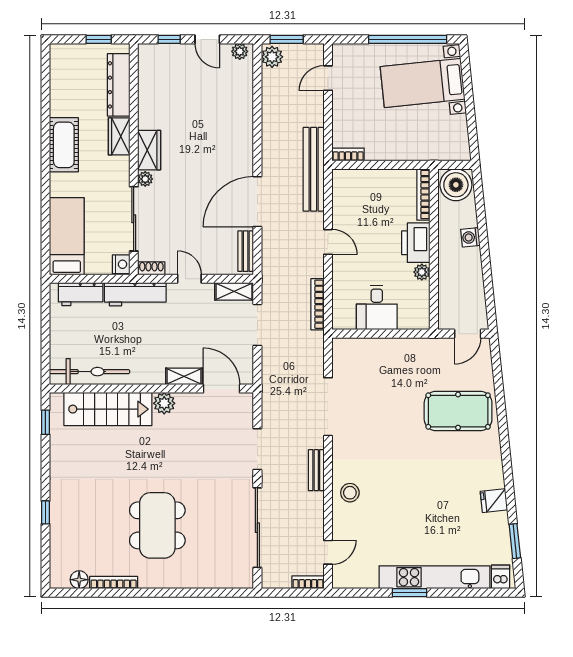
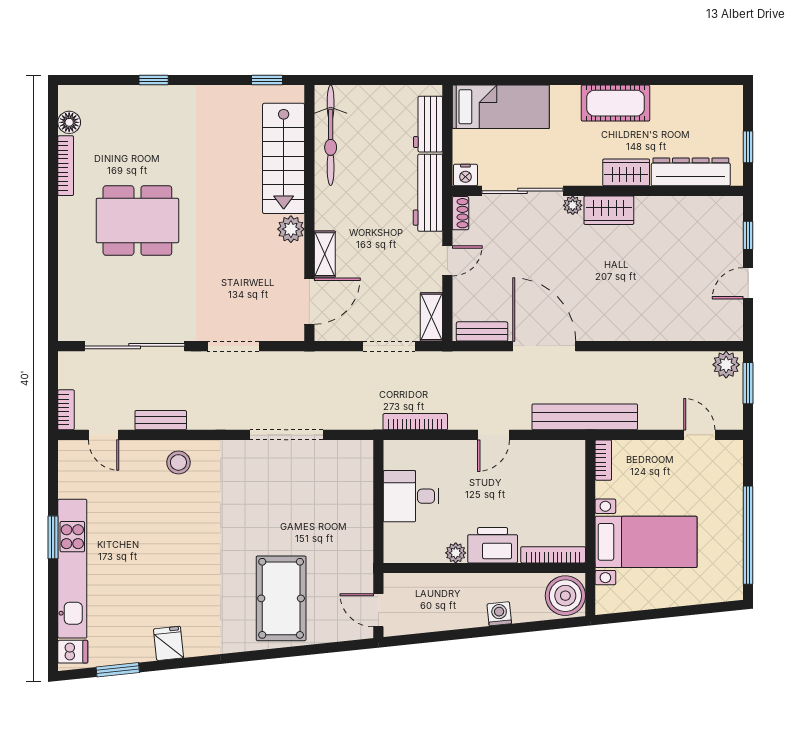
plant: (240, 51) -> (733, 324), removed
bed with nightstands: (423, 83) -> (646, 542), moved, turned 96
bench: (316, 470) -> (161, 420), moved

